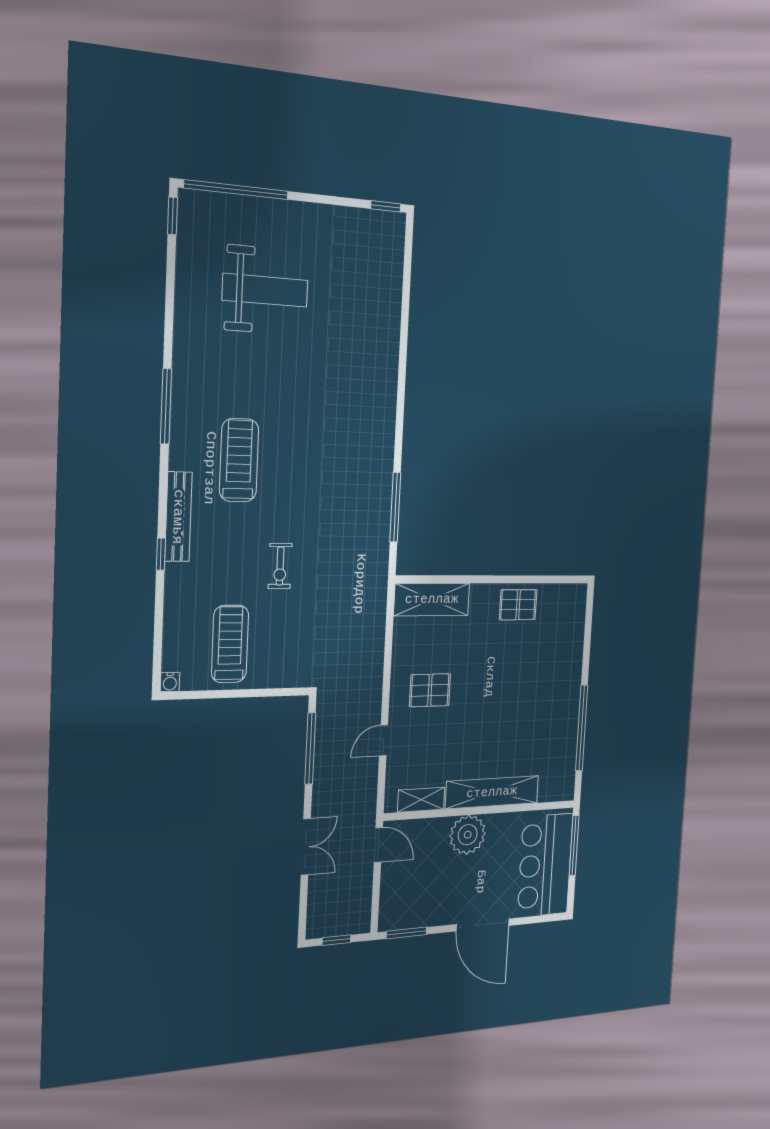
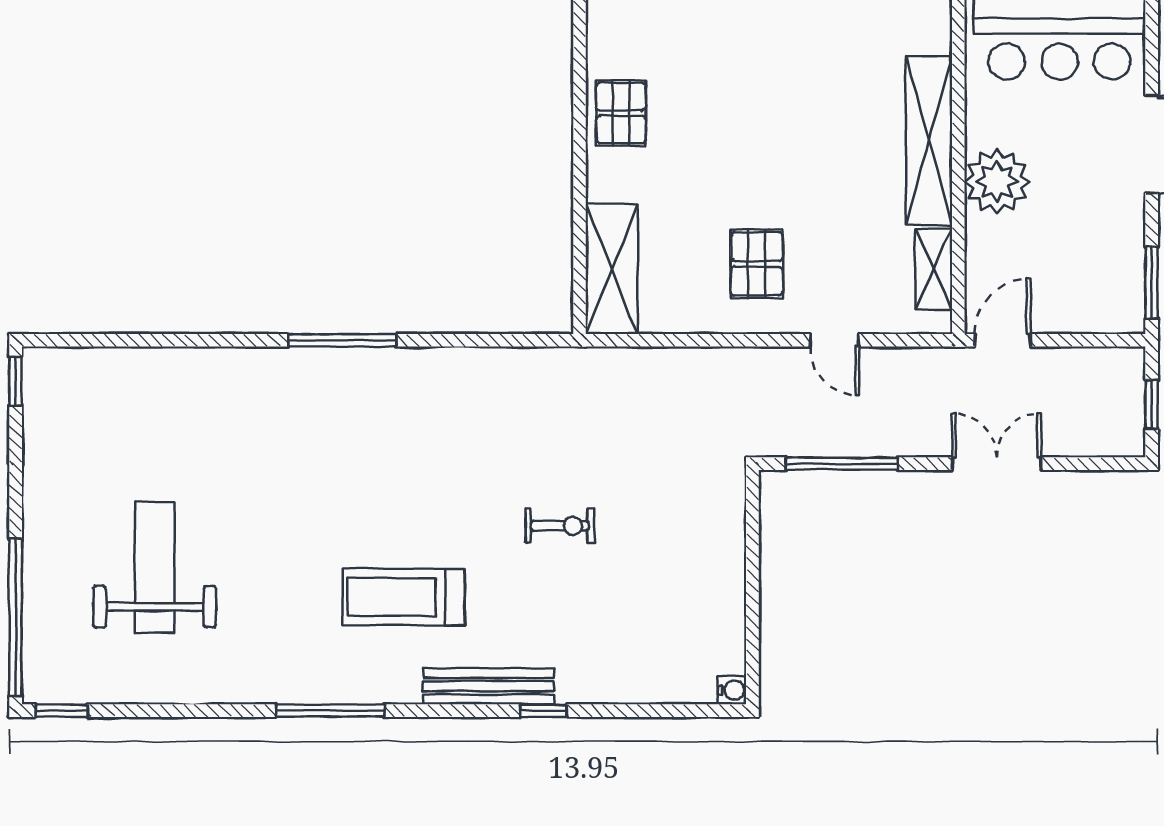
window: (395, 507) -> (342, 340), moved
treadmill: (230, 644) -> (677, 600), removed

